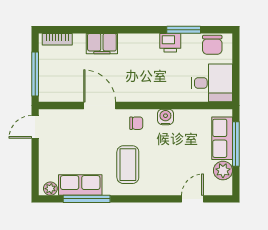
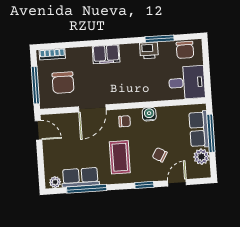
filing cabinet: (102, 44) -> (106, 54), moved
chair: (68, 73) -> (63, 83), added
door: (100, 106) -> (92, 108), swing flipped
door: (35, 127) -> (38, 130), swing flipped
chair: (175, 165) -> (160, 155), added
window: (154, 199) -> (144, 185), added

